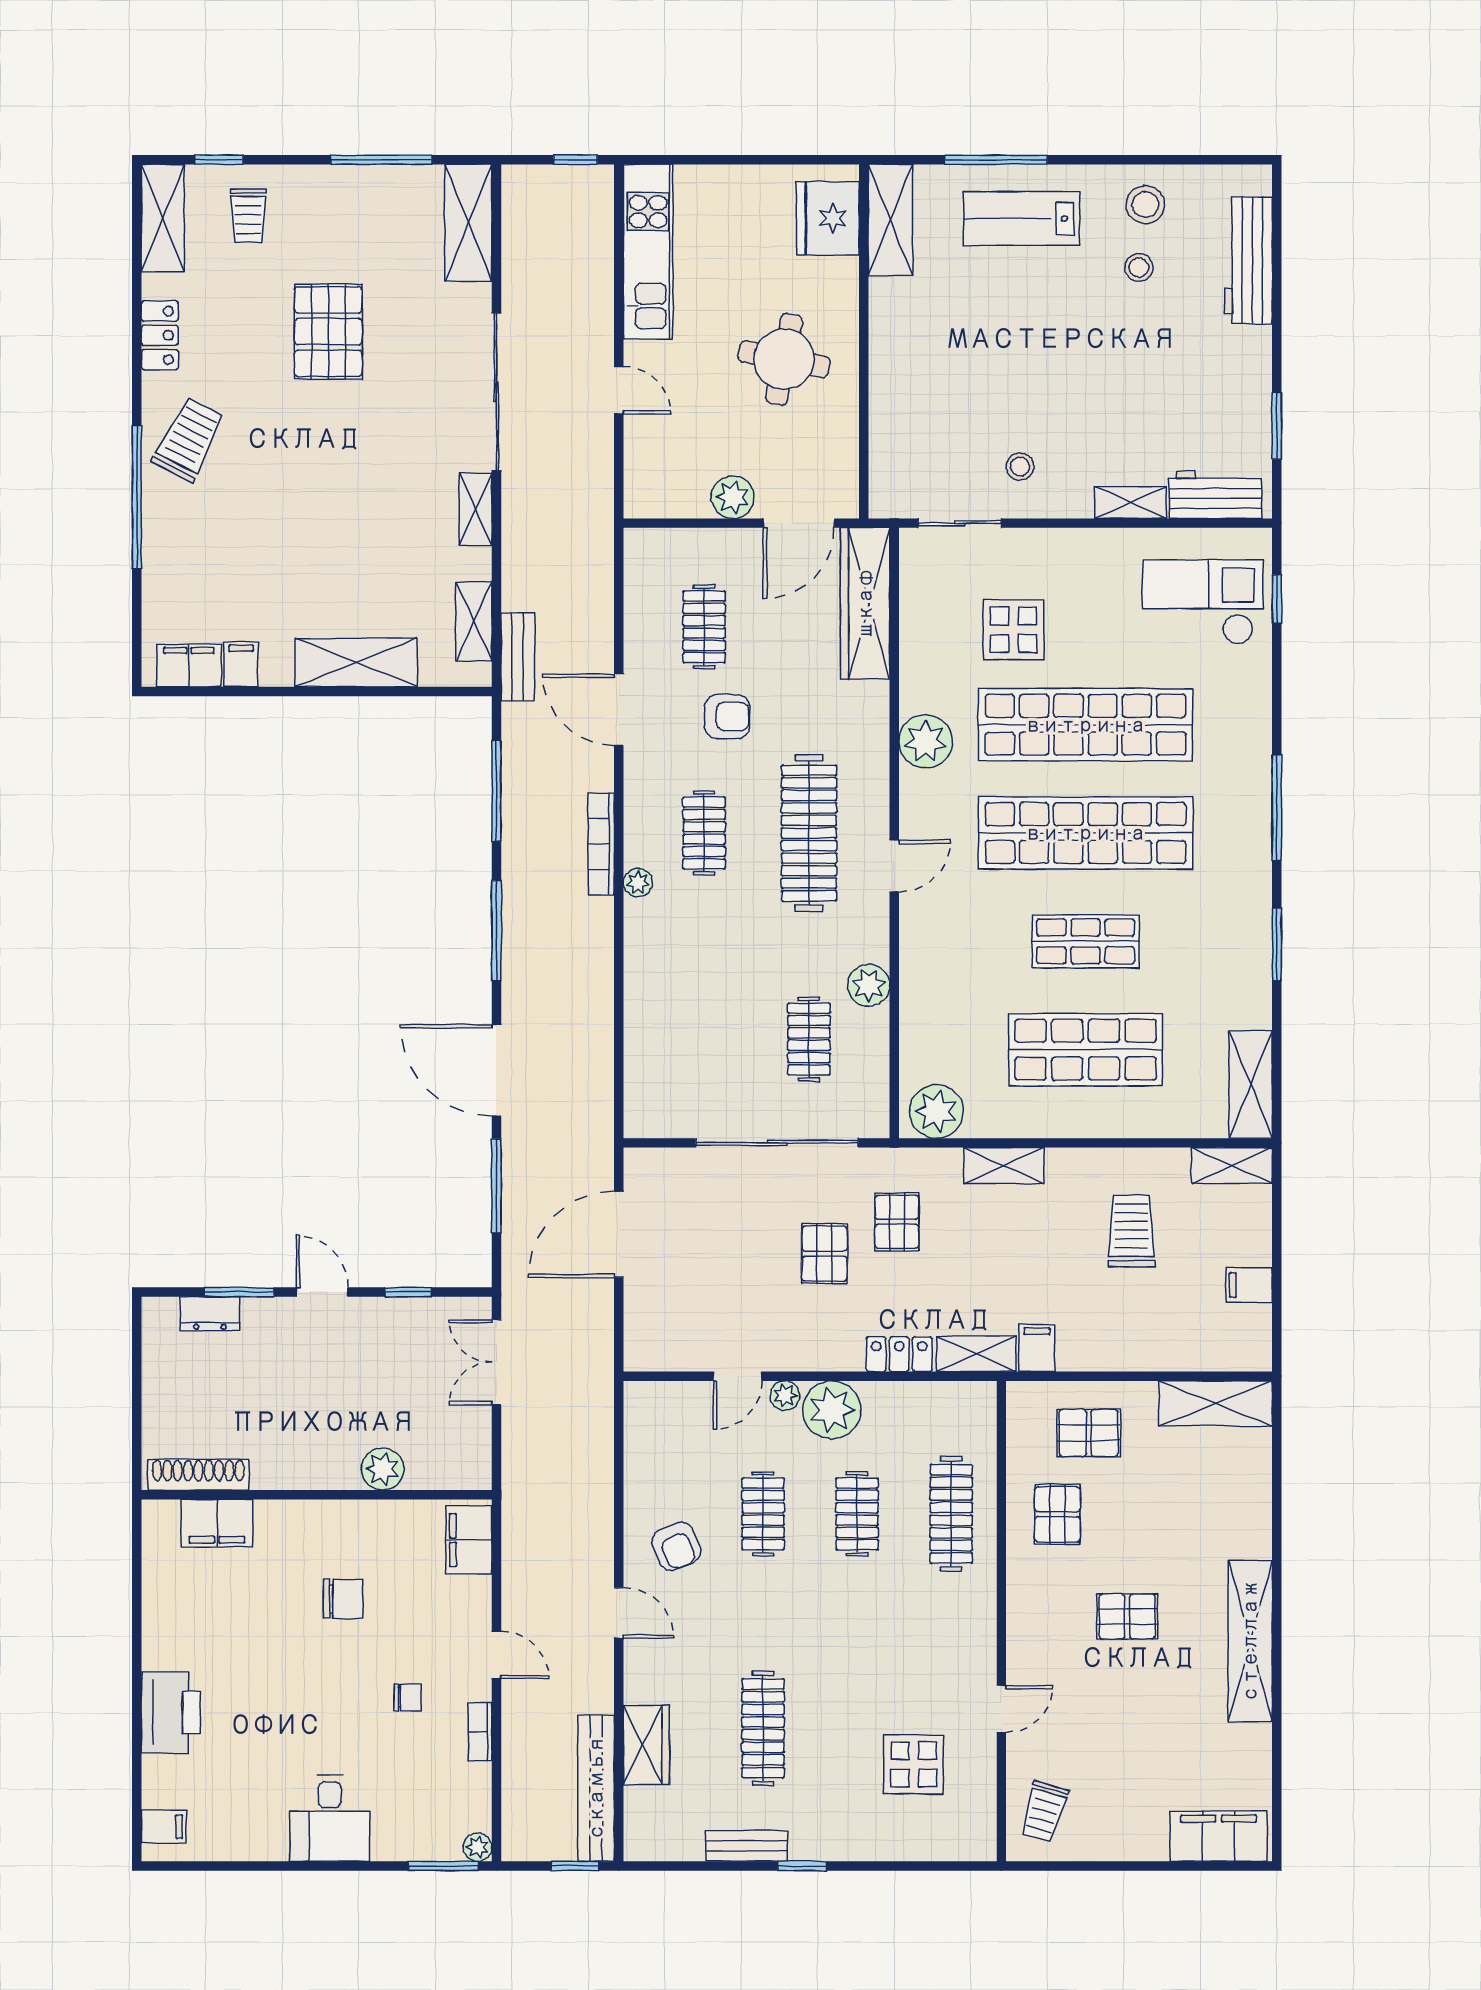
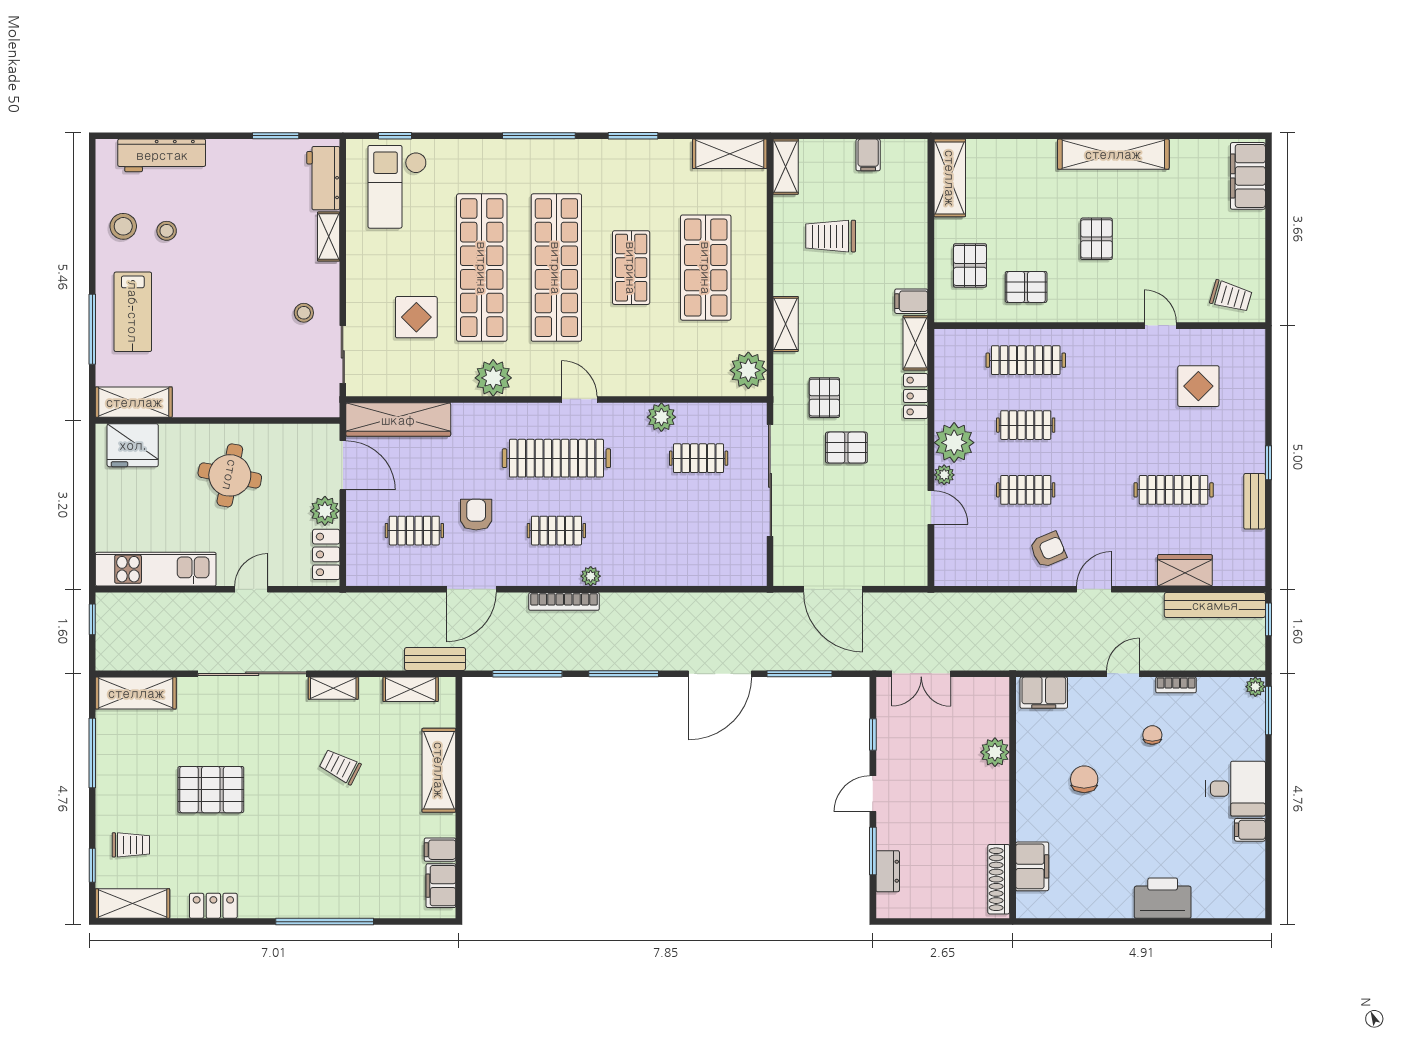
trolley: (188, 440) -> (340, 767), moved, width x0.73, depth x0.72
locker: (669, 499) -> (326, 554), added
pallet: (897, 1222) -> (824, 398), turned 90
filing cabinet: (164, 1827) -> (1250, 830), moved, turned -90

